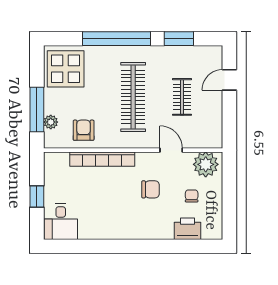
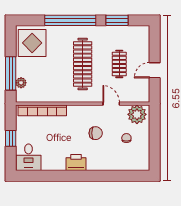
door: (229, 80) -> (155, 70), moved
armchair: (84, 130) -> (46, 89), removed
bookcase: (102, 159) -> (42, 110), moved
printer: (188, 229) -> (76, 163), moved

